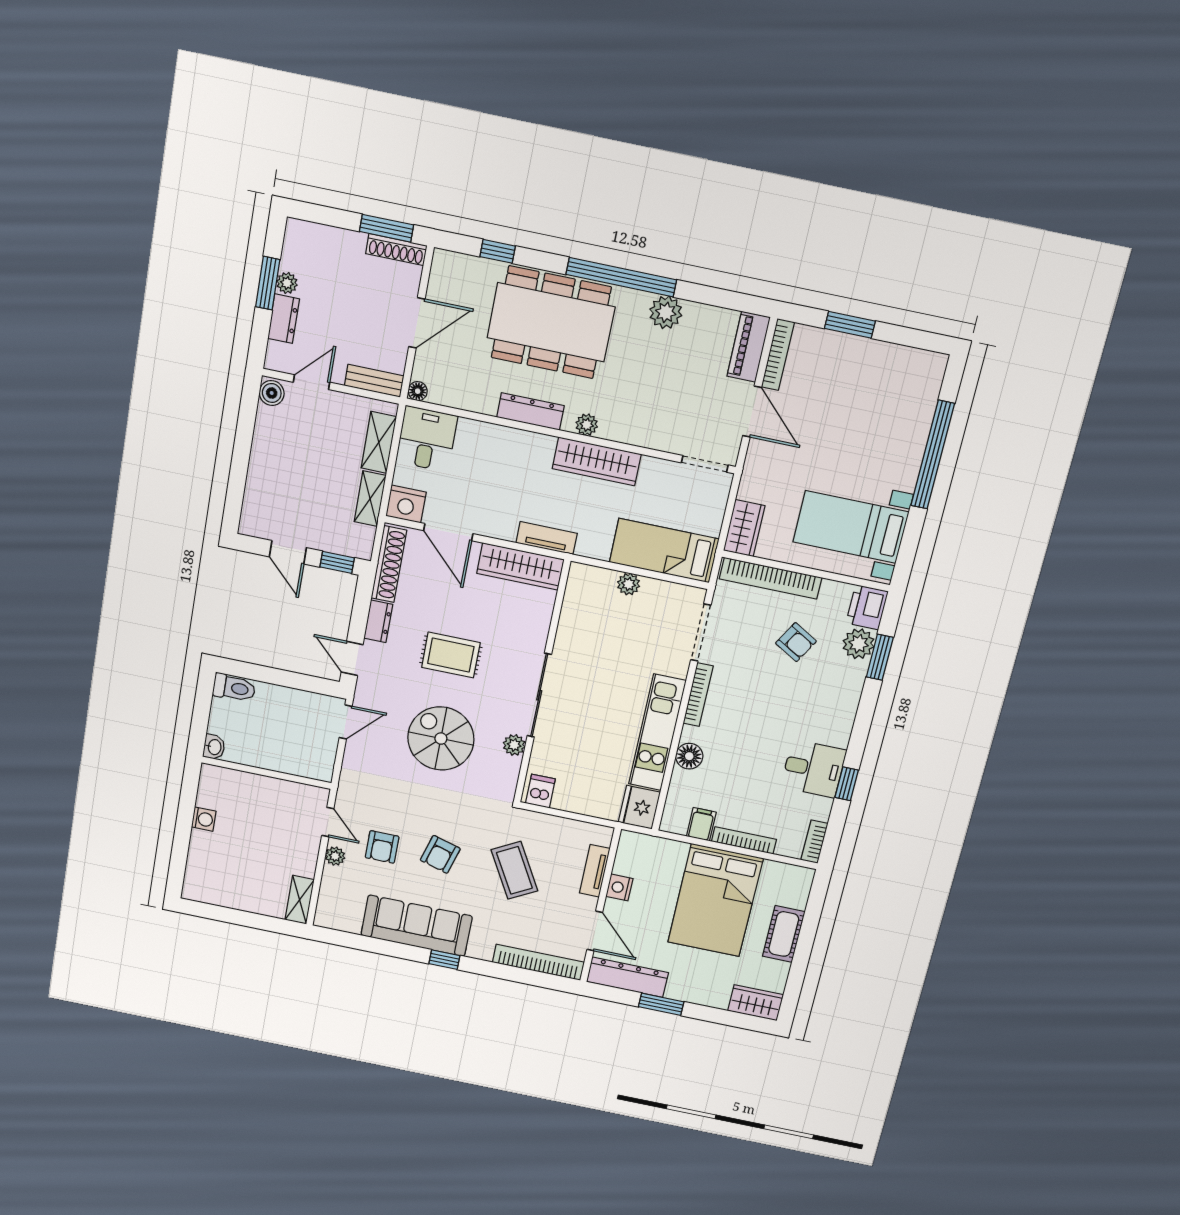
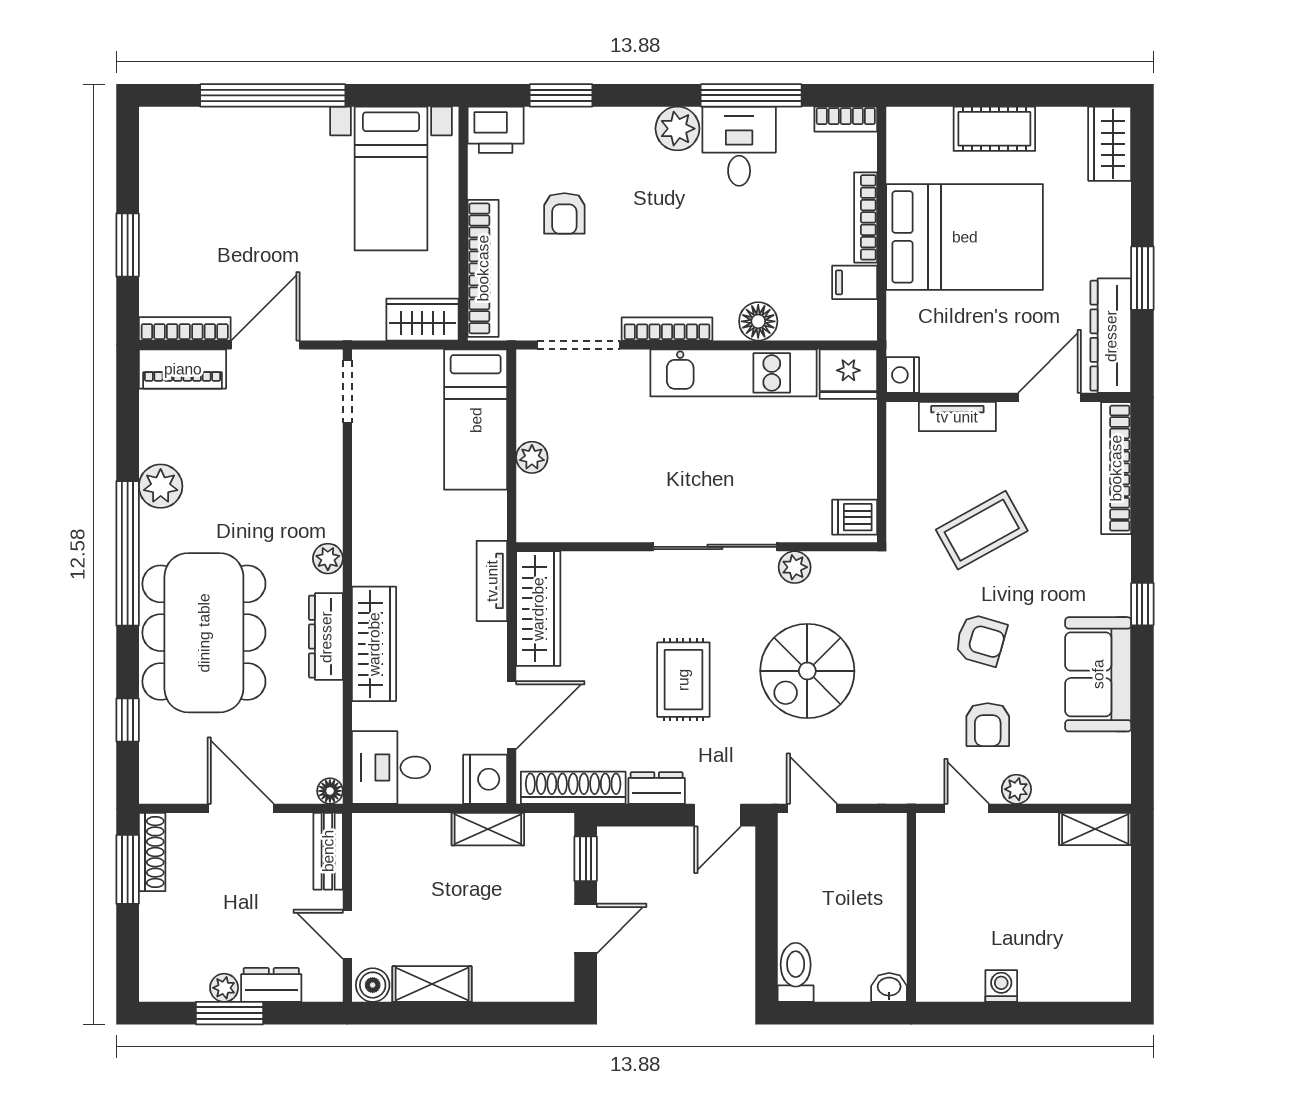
shelving: (379, 442) -> (432, 984), moved
wardrobe: (597, 461) -> (374, 644), moved
armchair: (796, 642) -> (564, 213), turned 150
plant: (859, 644) -> (677, 129), moved
window: (847, 784) -> (751, 95), width x2.17
door: (328, 822) -> (967, 808), hinge flipped
armchair: (382, 847) -> (988, 725), turned 90
nightstand: (619, 887) -> (903, 375), moved, turned 90
sofa: (417, 926) -> (1098, 674), width x0.73

